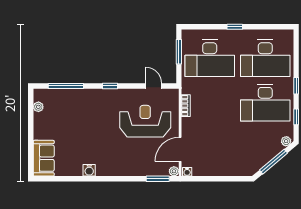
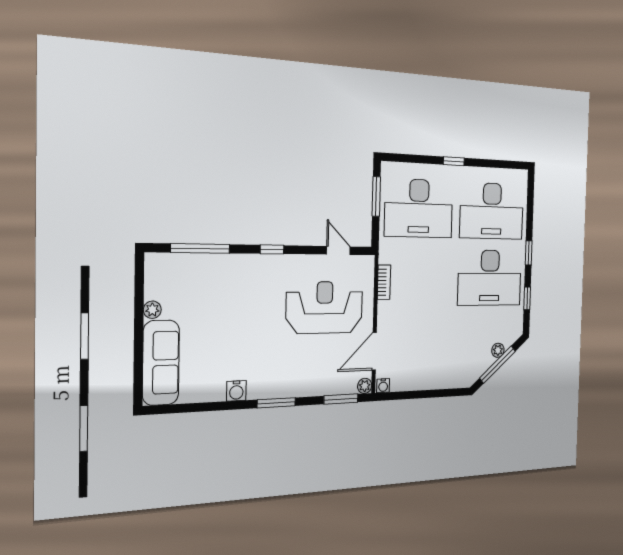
plant: (38, 107) -> (152, 310), moved
plant: (286, 141) -> (498, 350), moved
sofa: (44, 158) -> (161, 363), width x1.36
window: (115, 179) -> (276, 403), added

